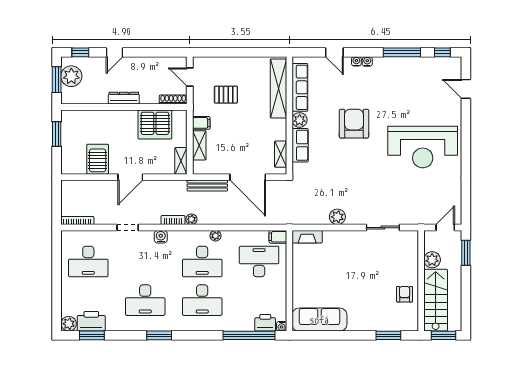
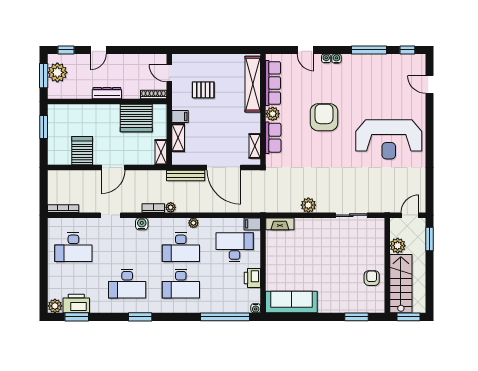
printer: (265, 323) -> (252, 278), moved, turned -90

